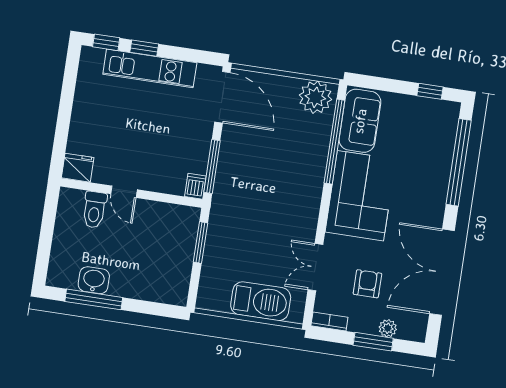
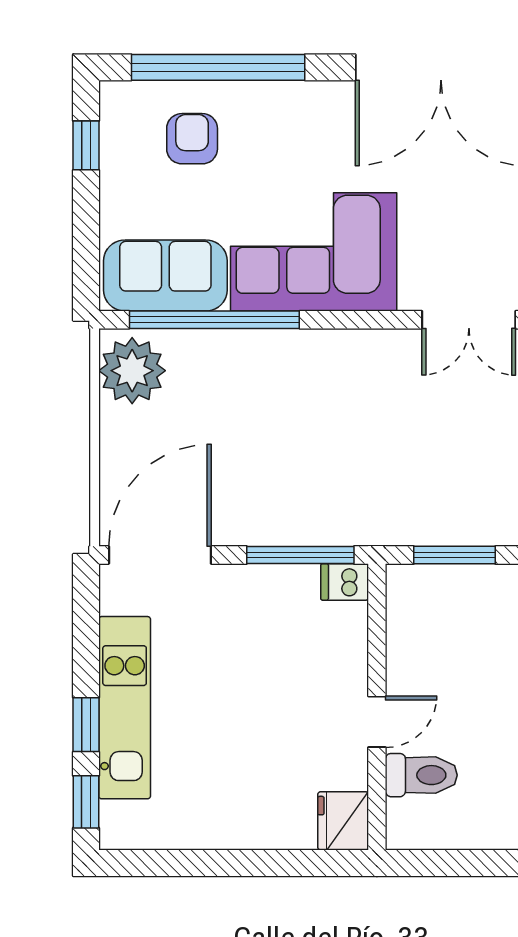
armchair: (367, 284) -> (192, 139), moved, turned 90

